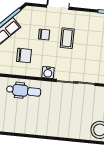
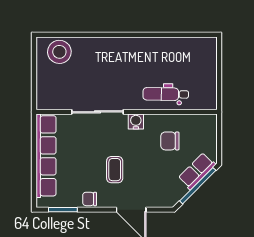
chair: (44, 35) -> (90, 199), moved

